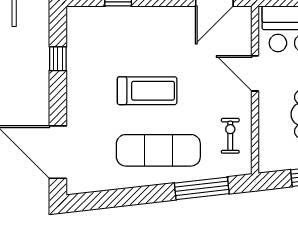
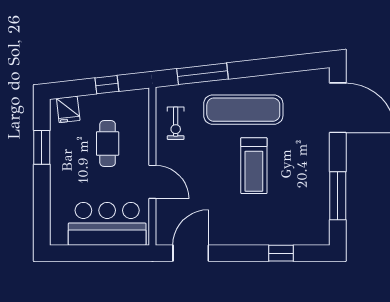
window: (58, 59) -> (338, 196), width x2.17
treadmill: (147, 91) -> (254, 166), turned -90

